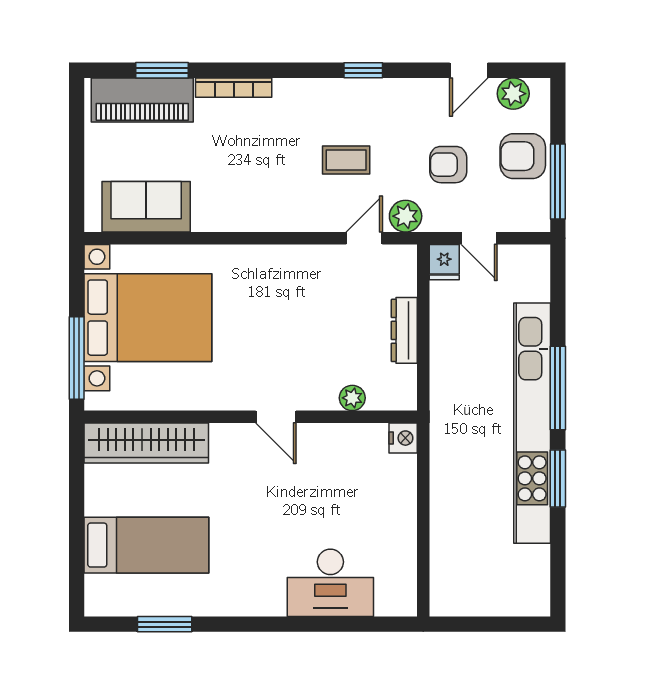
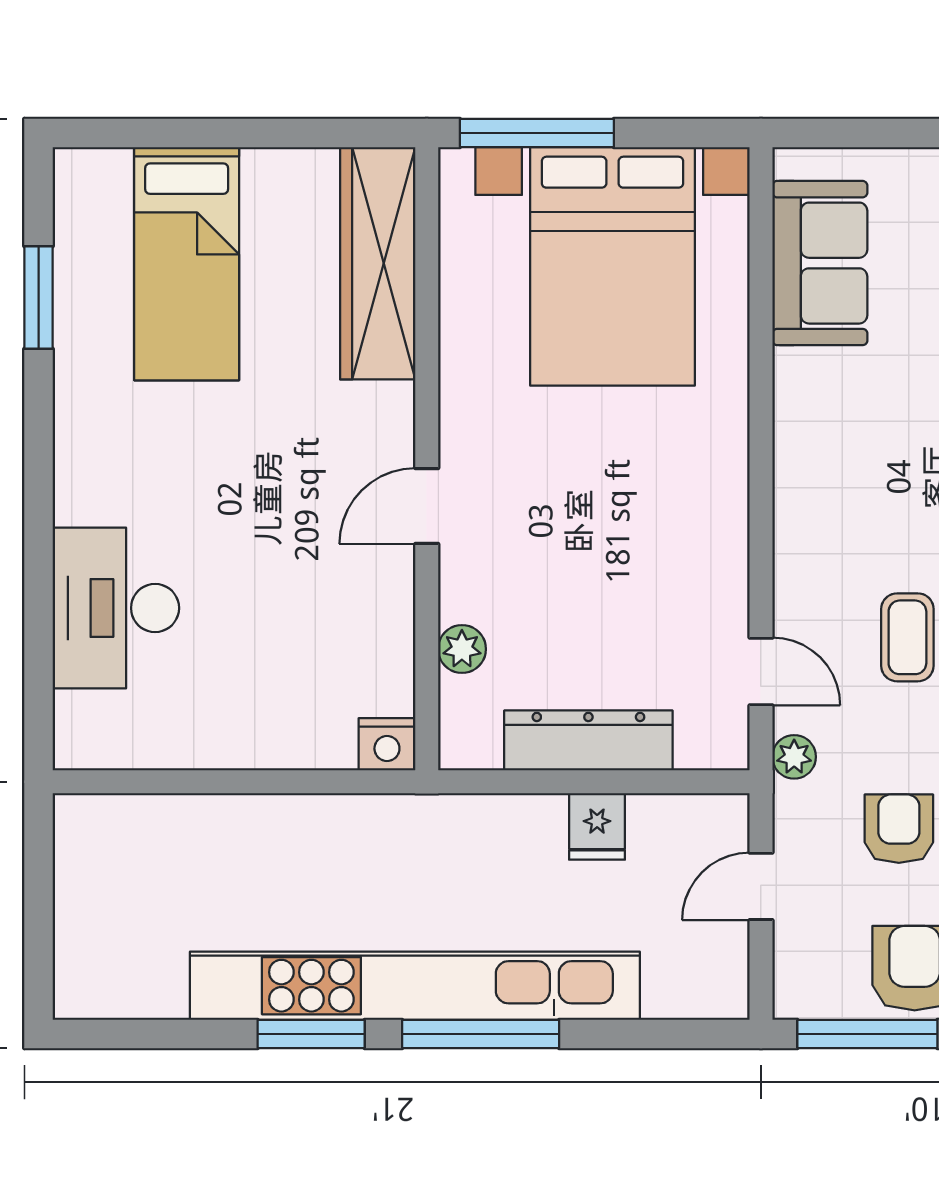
plant: (406, 216) -> (794, 757), width x0.73, depth x0.73
fridge: (444, 262) -> (597, 826), moved, turned -90
dresser: (404, 330) -> (588, 740), width x1.37, depth x1.24

